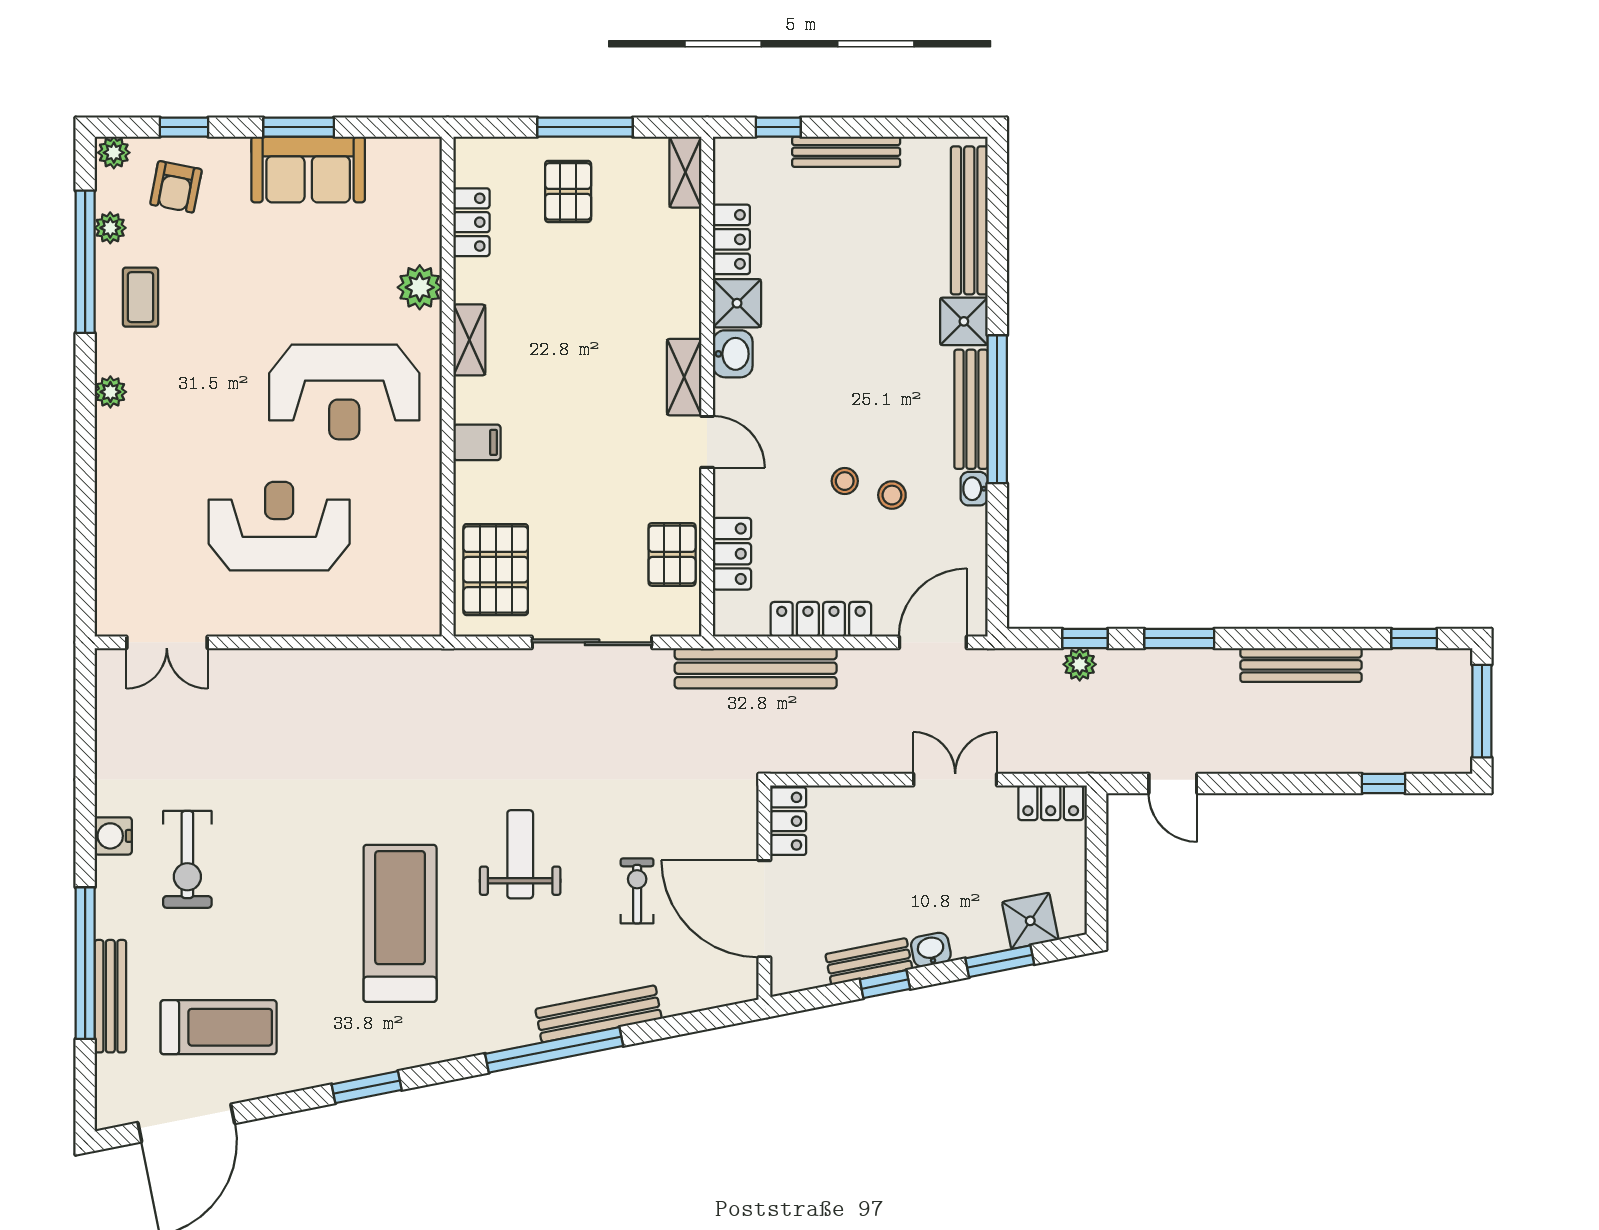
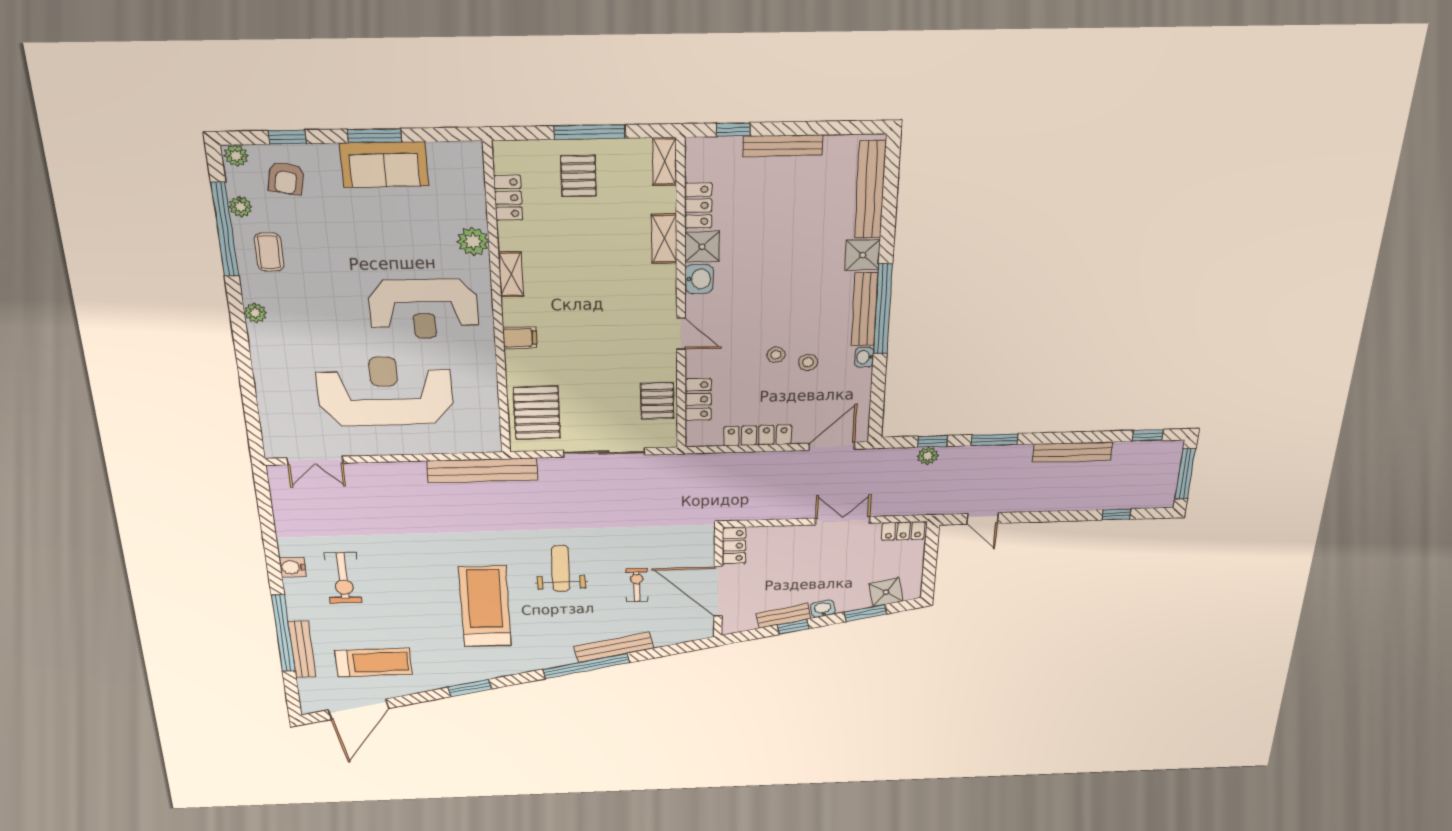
shelving: (684, 377) -> (664, 239), moved
reception desk: (279, 526) -> (385, 391), width x1.36, depth x1.30
bench: (756, 668) -> (482, 470), moved

